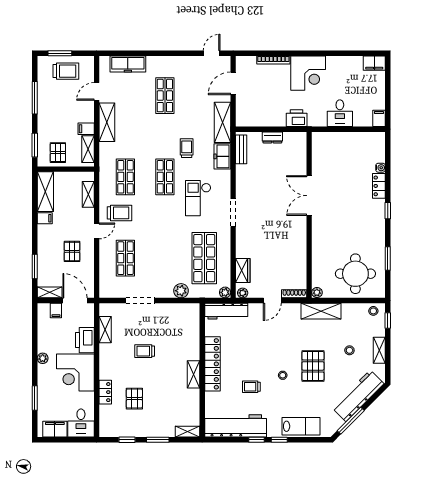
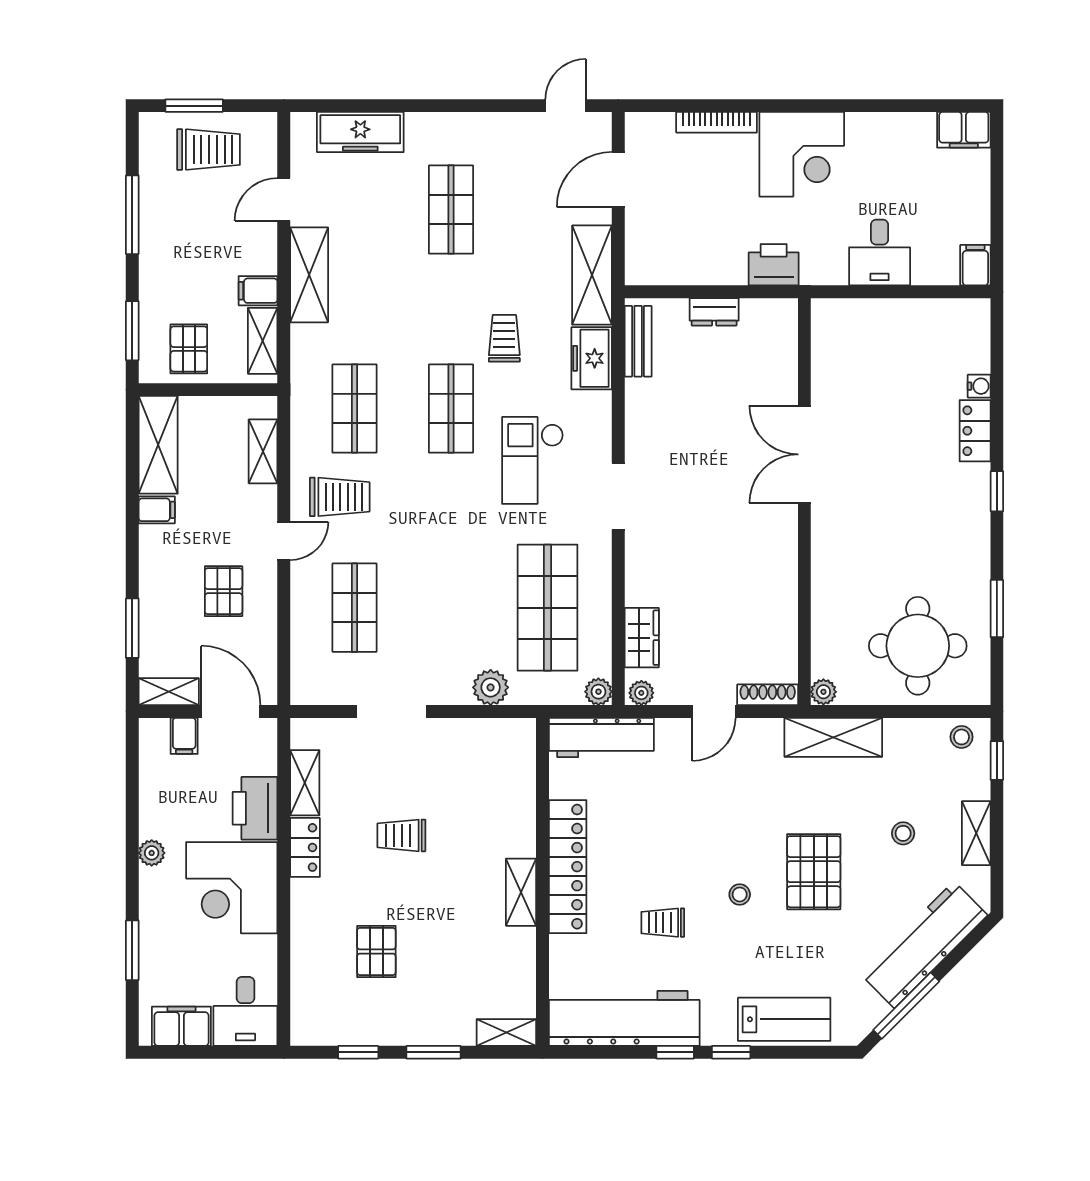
locker: (105, 392) -> (305, 847), moved

